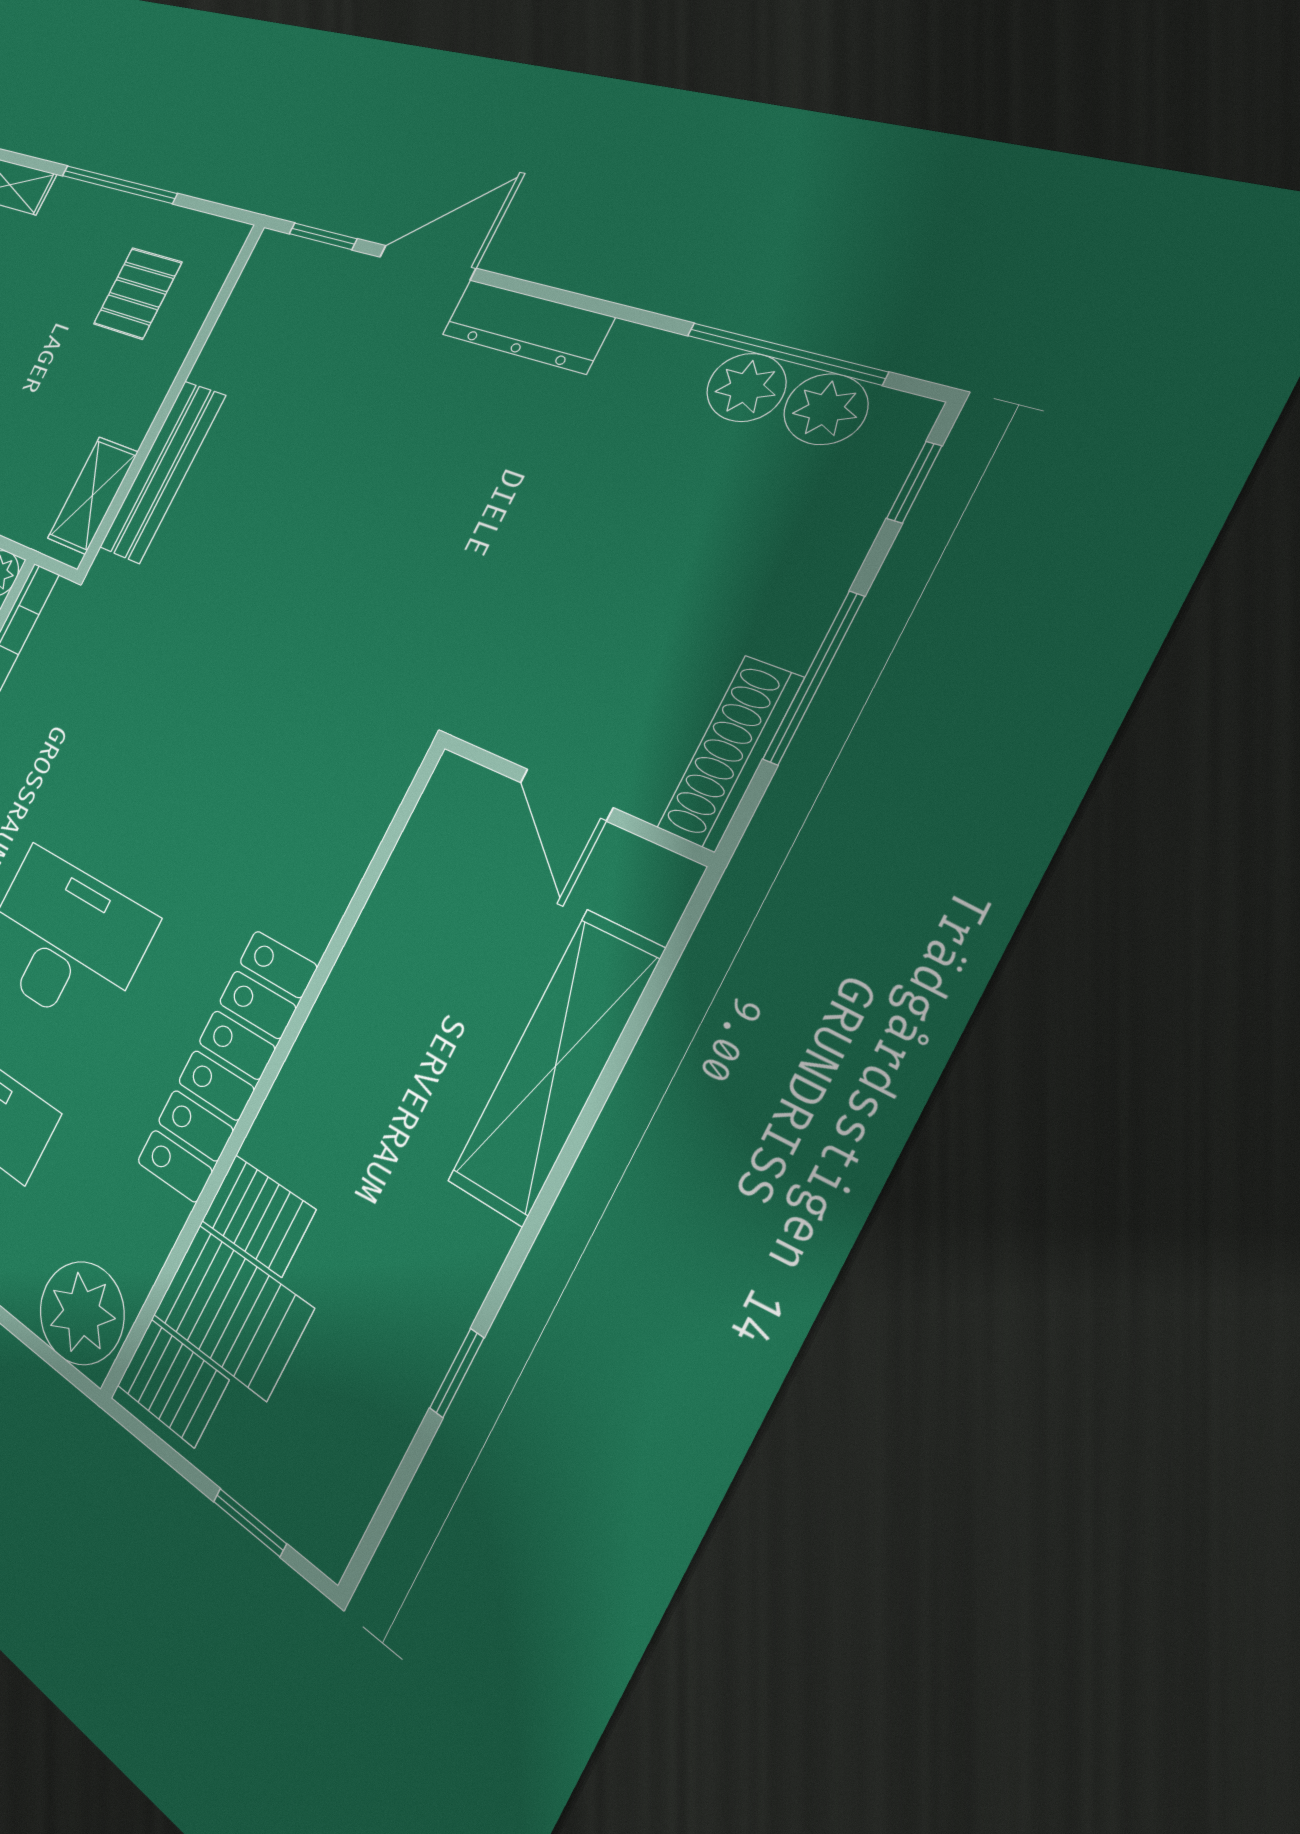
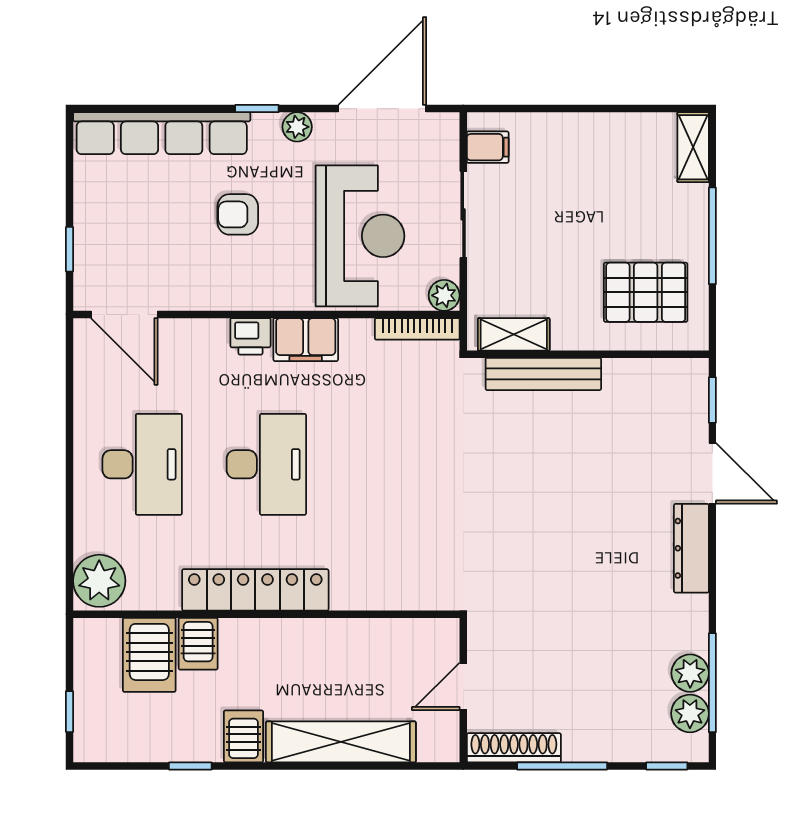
pallet: (137, 293) -> (646, 292), width x1.50, depth x1.42
server rack: (173, 1383) -> (243, 736), moved, turned 180

